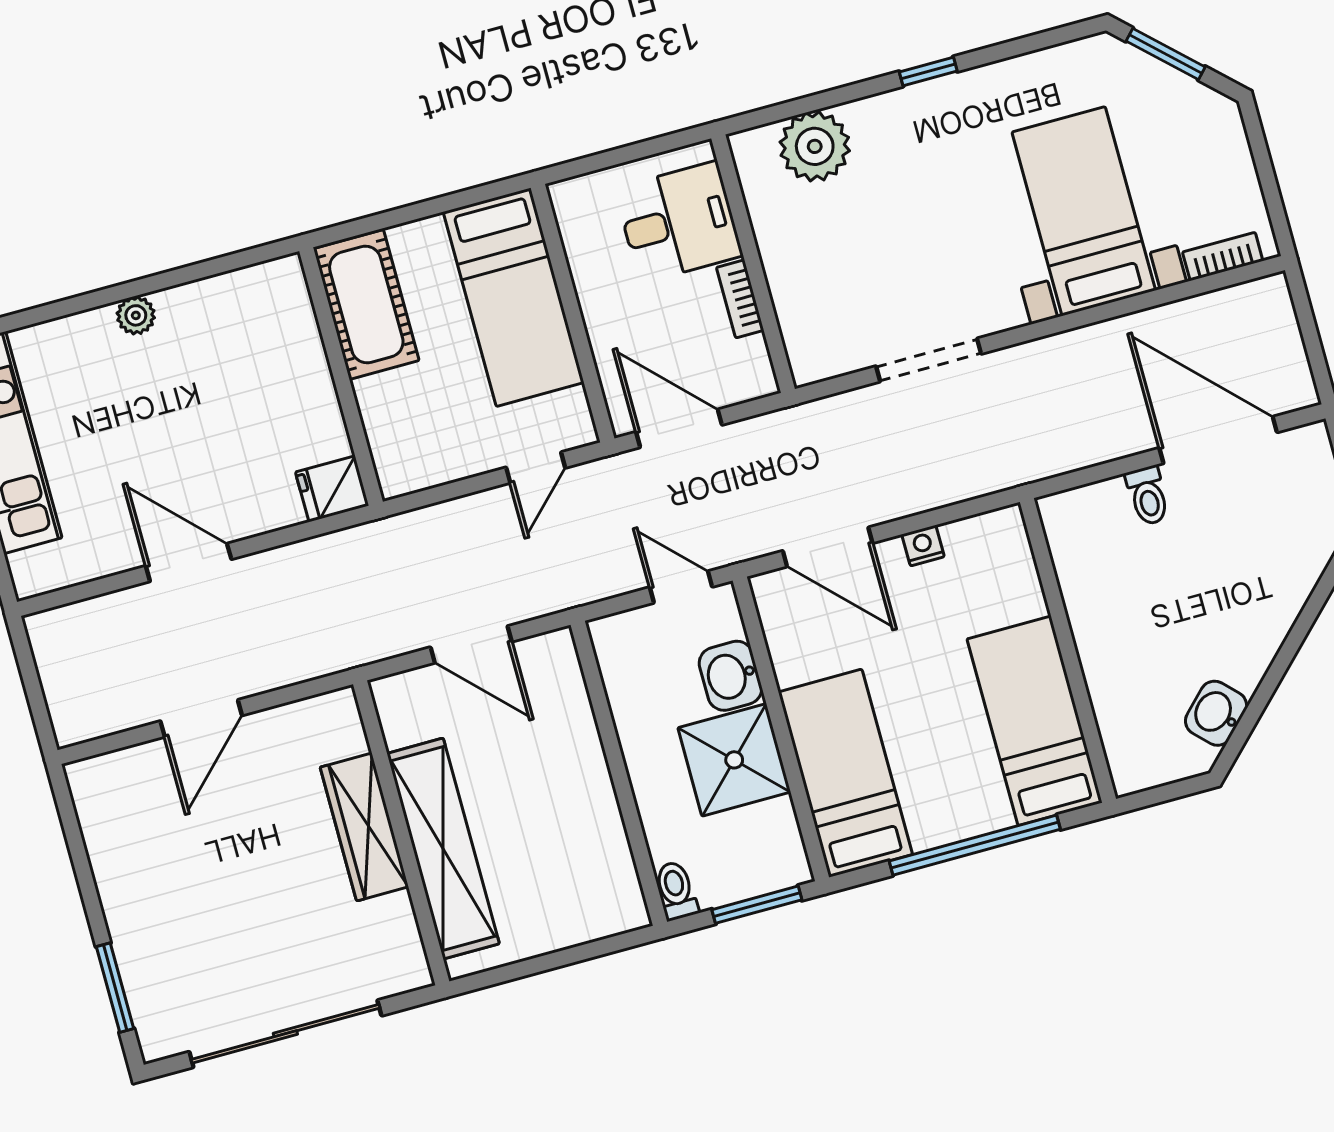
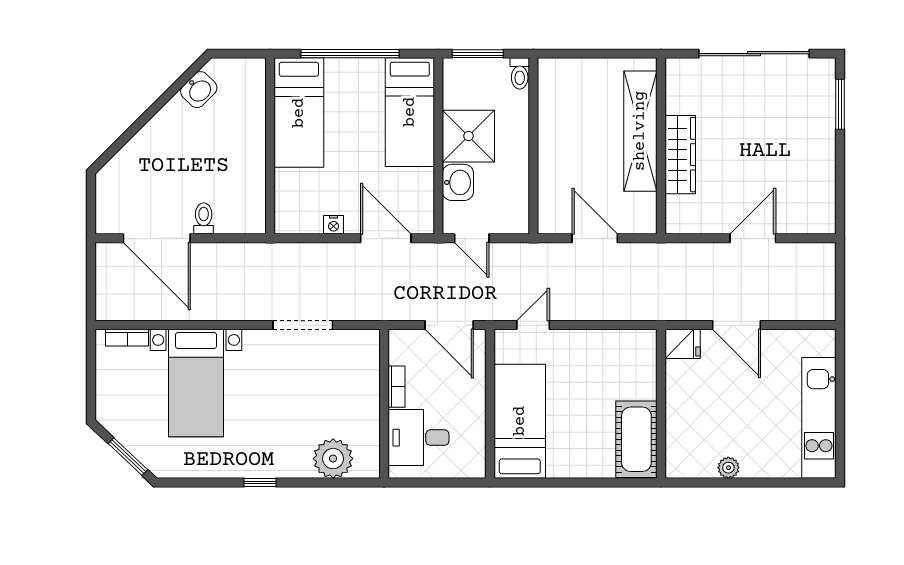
cot: (366, 305) -> (636, 439), moved
wall: (341, 376) -> (661, 404), moved
fridge: (332, 489) -> (683, 344), moved

